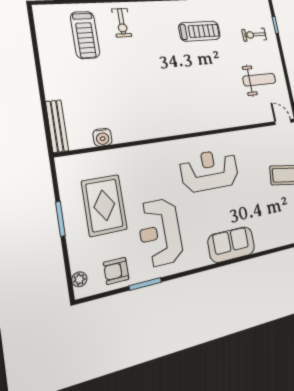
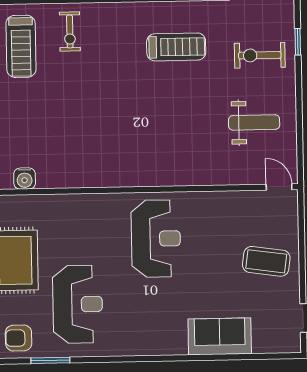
exercise bike: (254, 35) -> (260, 55), width x1.38, depth x1.39
reception desk: (209, 170) -> (156, 239), turned 90
reception desk: (160, 232) -> (78, 304), turned 180
sofa: (231, 245) -> (220, 336), moved

